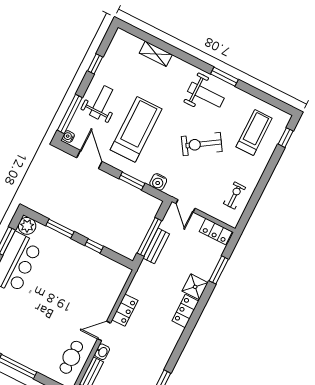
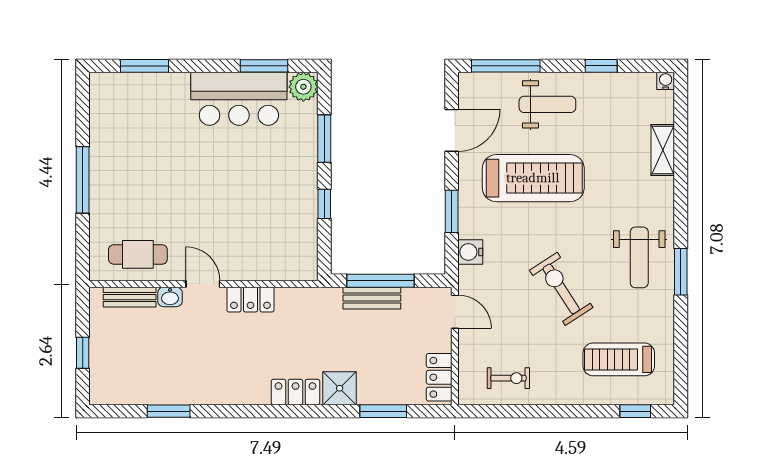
treadmill: (254, 132) -> (619, 359), turned 180
water cooler: (68, 136) -> (666, 81), moved
door: (186, 206) -> (455, 312), swing flipped

